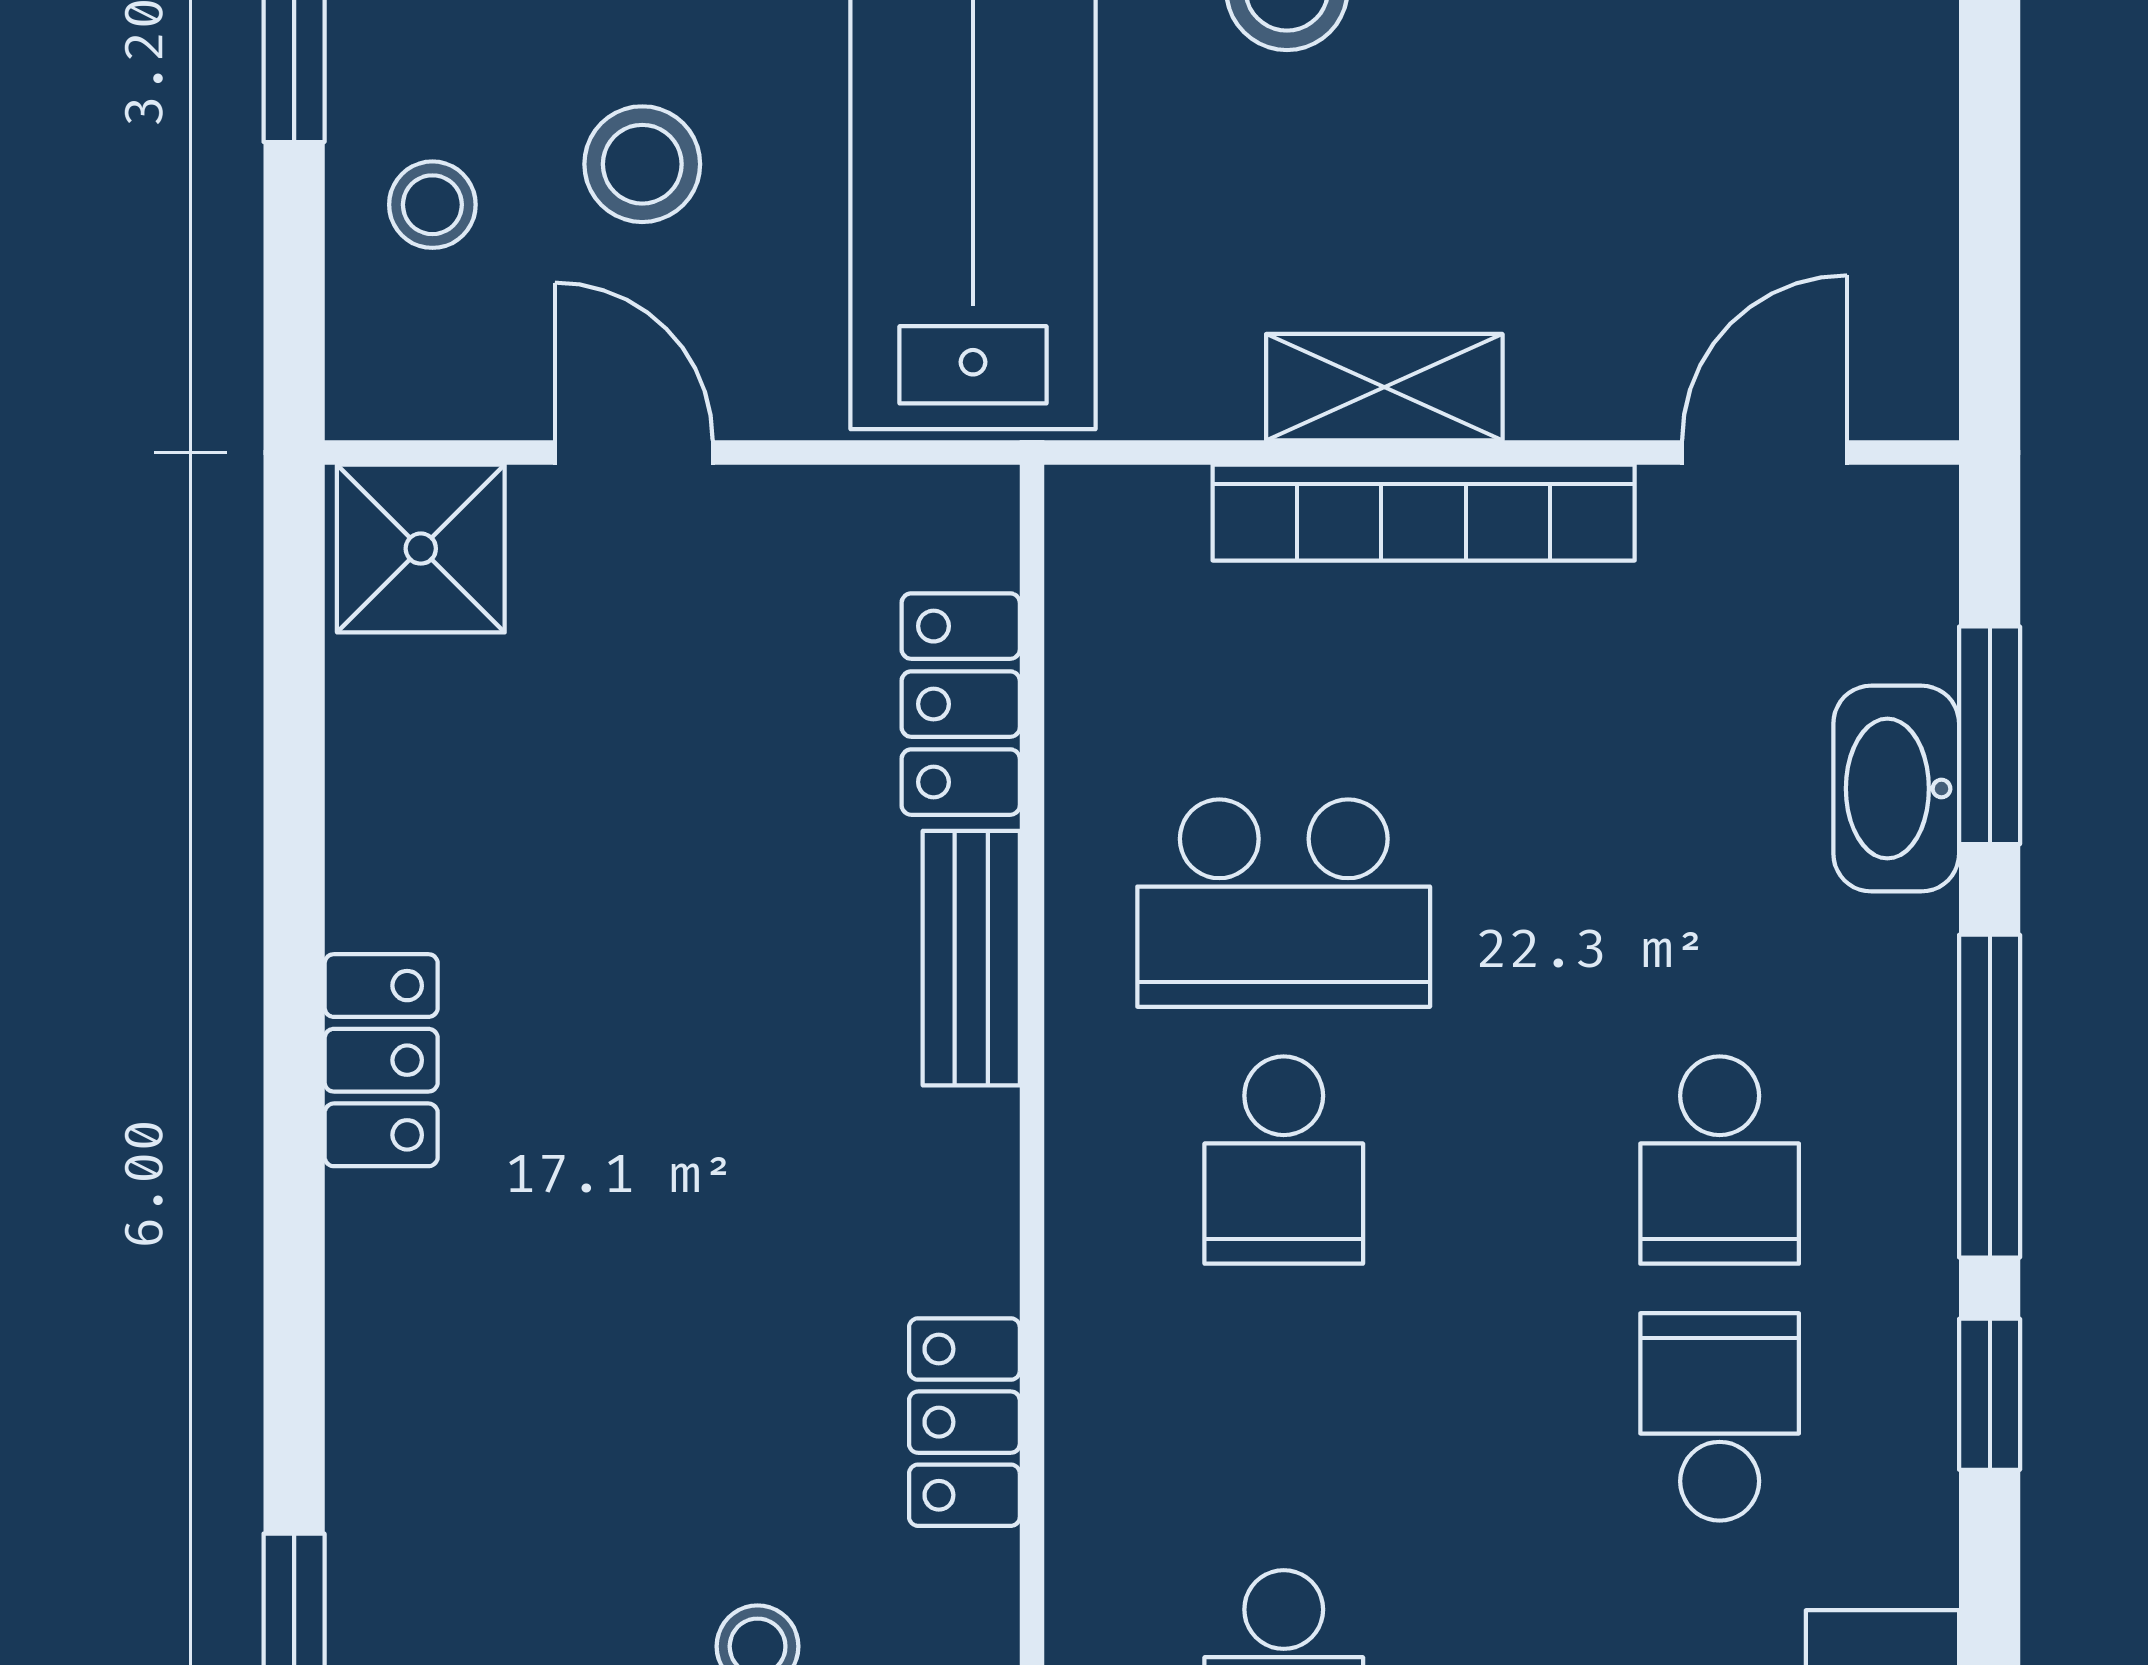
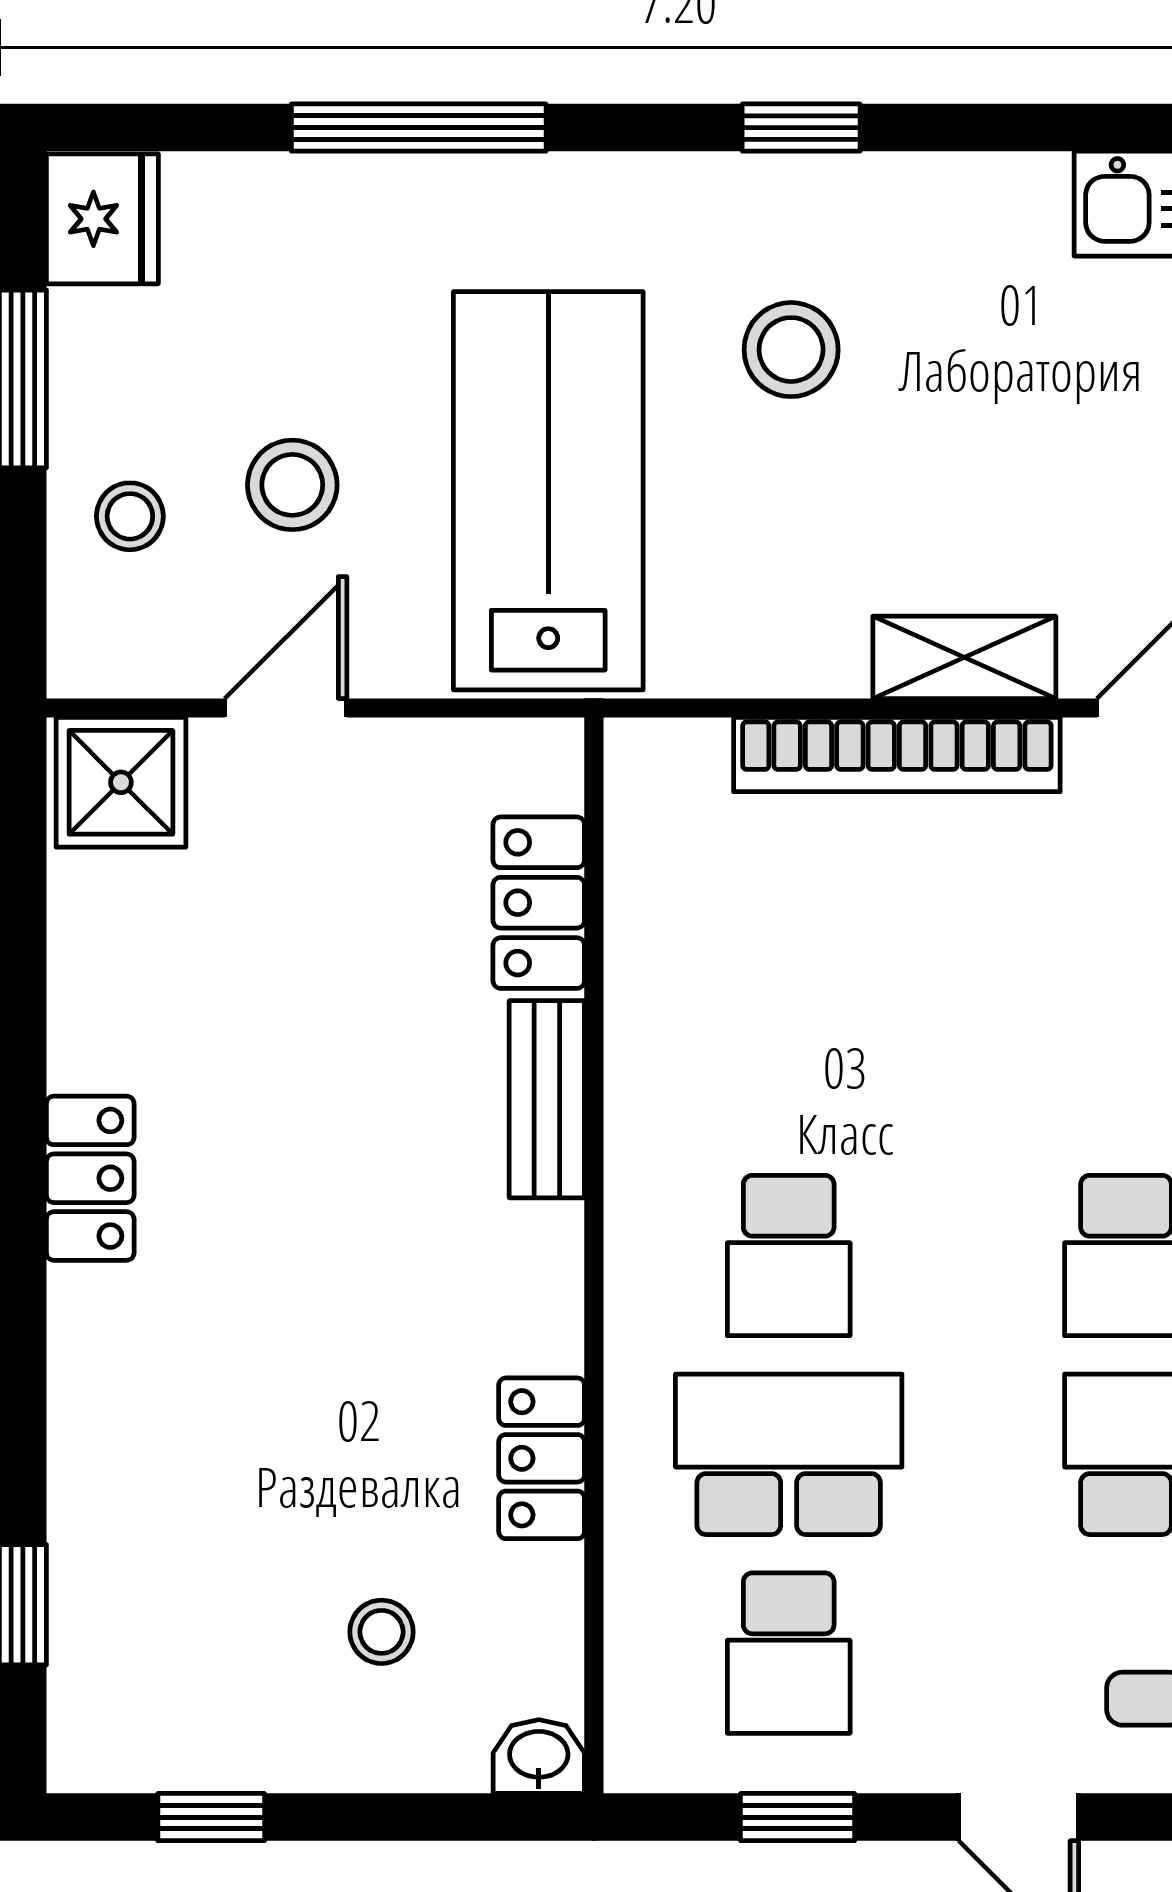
shelving: (1384, 387) -> (964, 657), moved
door: (634, 453) -> (286, 708), hinge flipped
school desk: (1284, 903) -> (789, 1454), moved, turned 180

